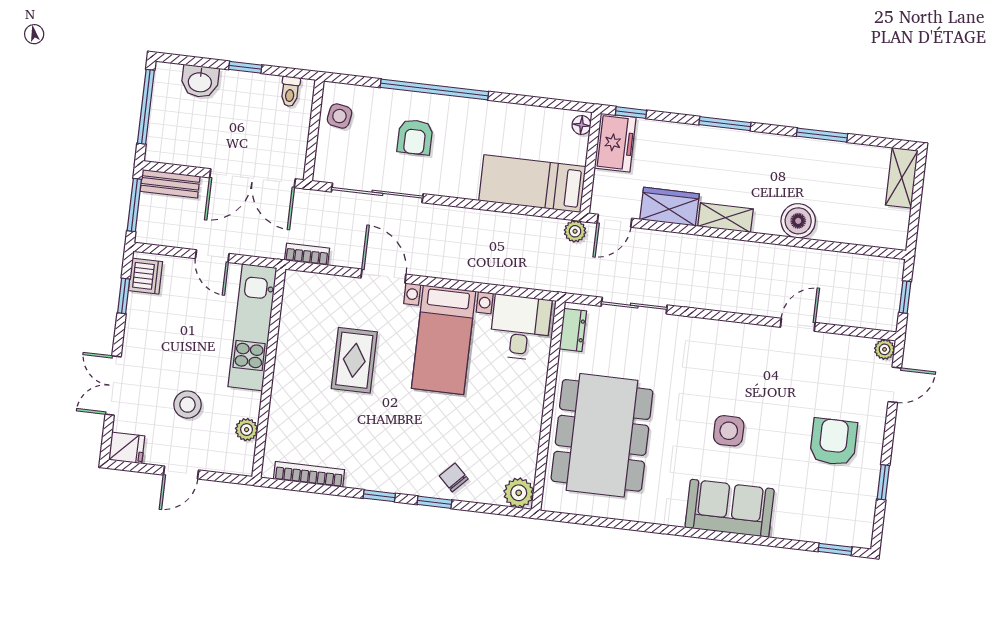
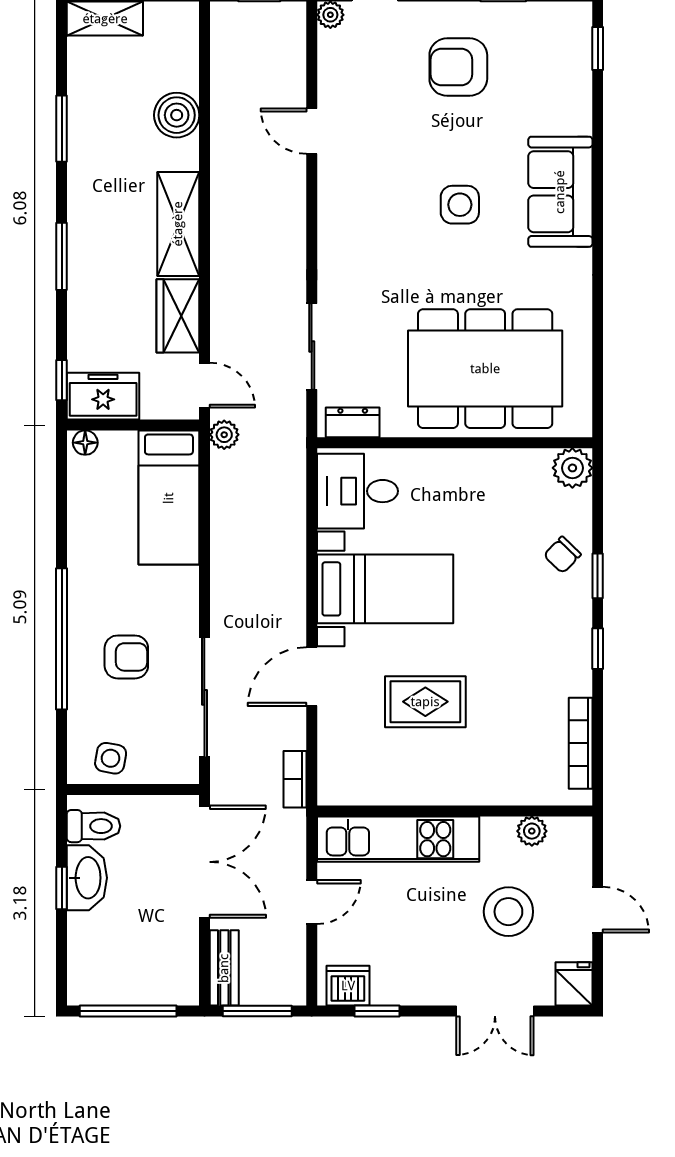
washbasin: (200, 81) -> (87, 878), moved, width x1.38
toilet: (290, 91) -> (94, 826), width x1.37, depth x1.39
shelving: (725, 218) -> (178, 224), width x1.50, depth x1.33
boiler: (798, 221) -> (177, 115), moved
stool: (187, 405) -> (508, 912), width x1.38, depth x1.38

